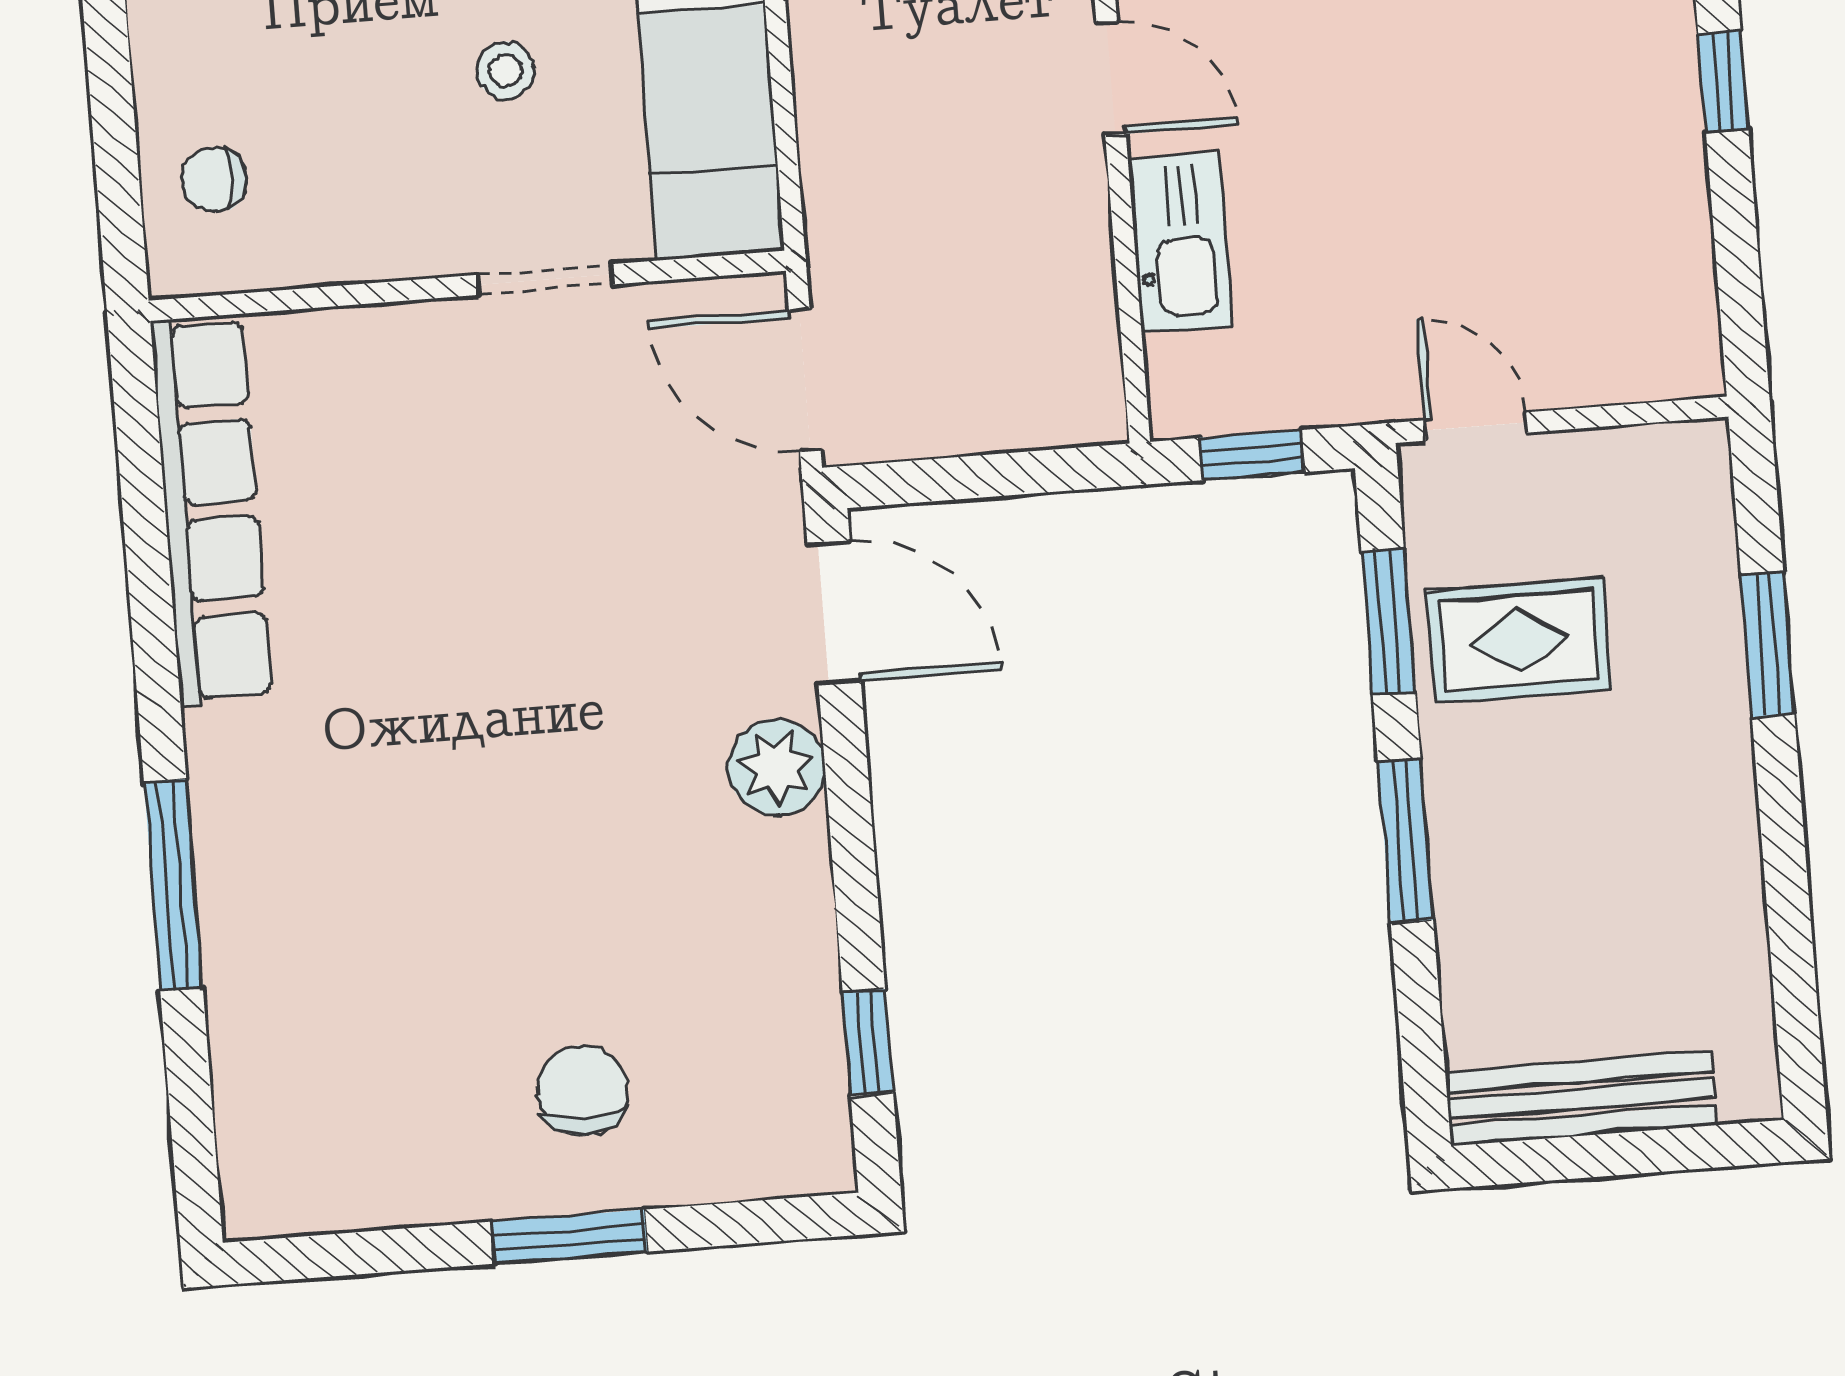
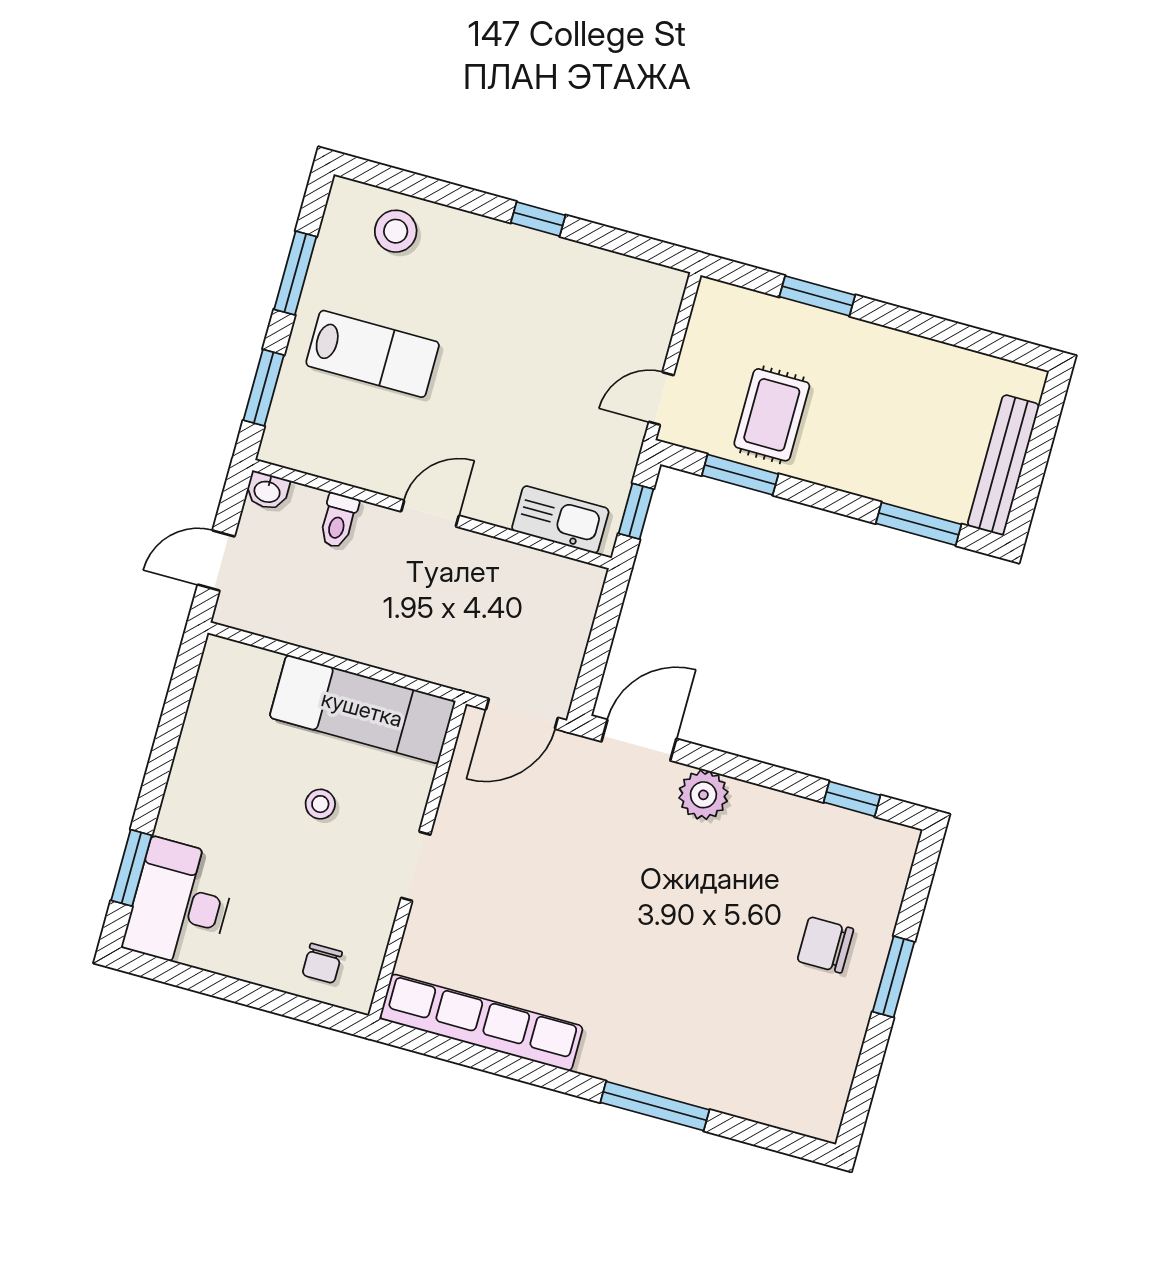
kitchen sink: (1180, 242) -> (560, 520), moved
doorway: (545, 280) -> (416, 866), moved
window: (1406, 841) -> (919, 524), moved

